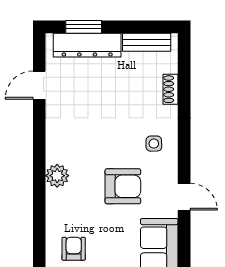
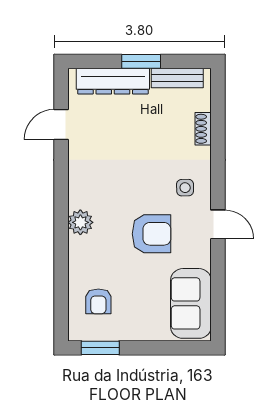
window: (84, 27) -> (141, 61), moved
door: (184, 197) -> (218, 224), moved
armchair: (74, 249) -> (98, 301), turned 180

